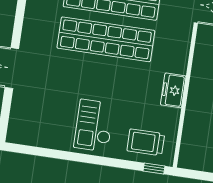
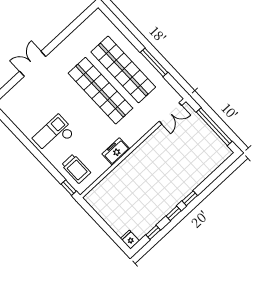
trolley: (146, 142) -> (76, 169), turned 180

